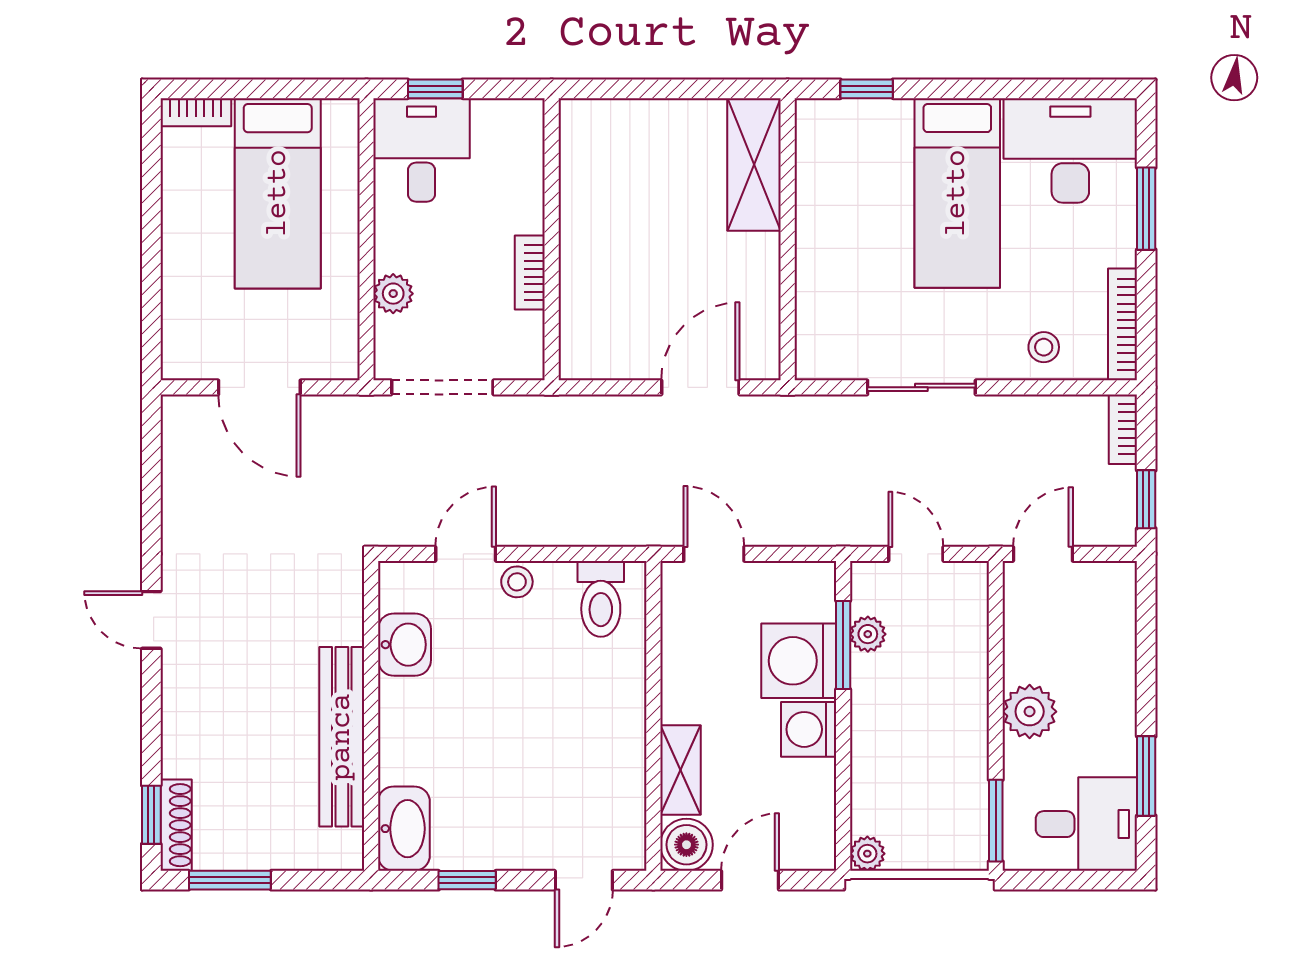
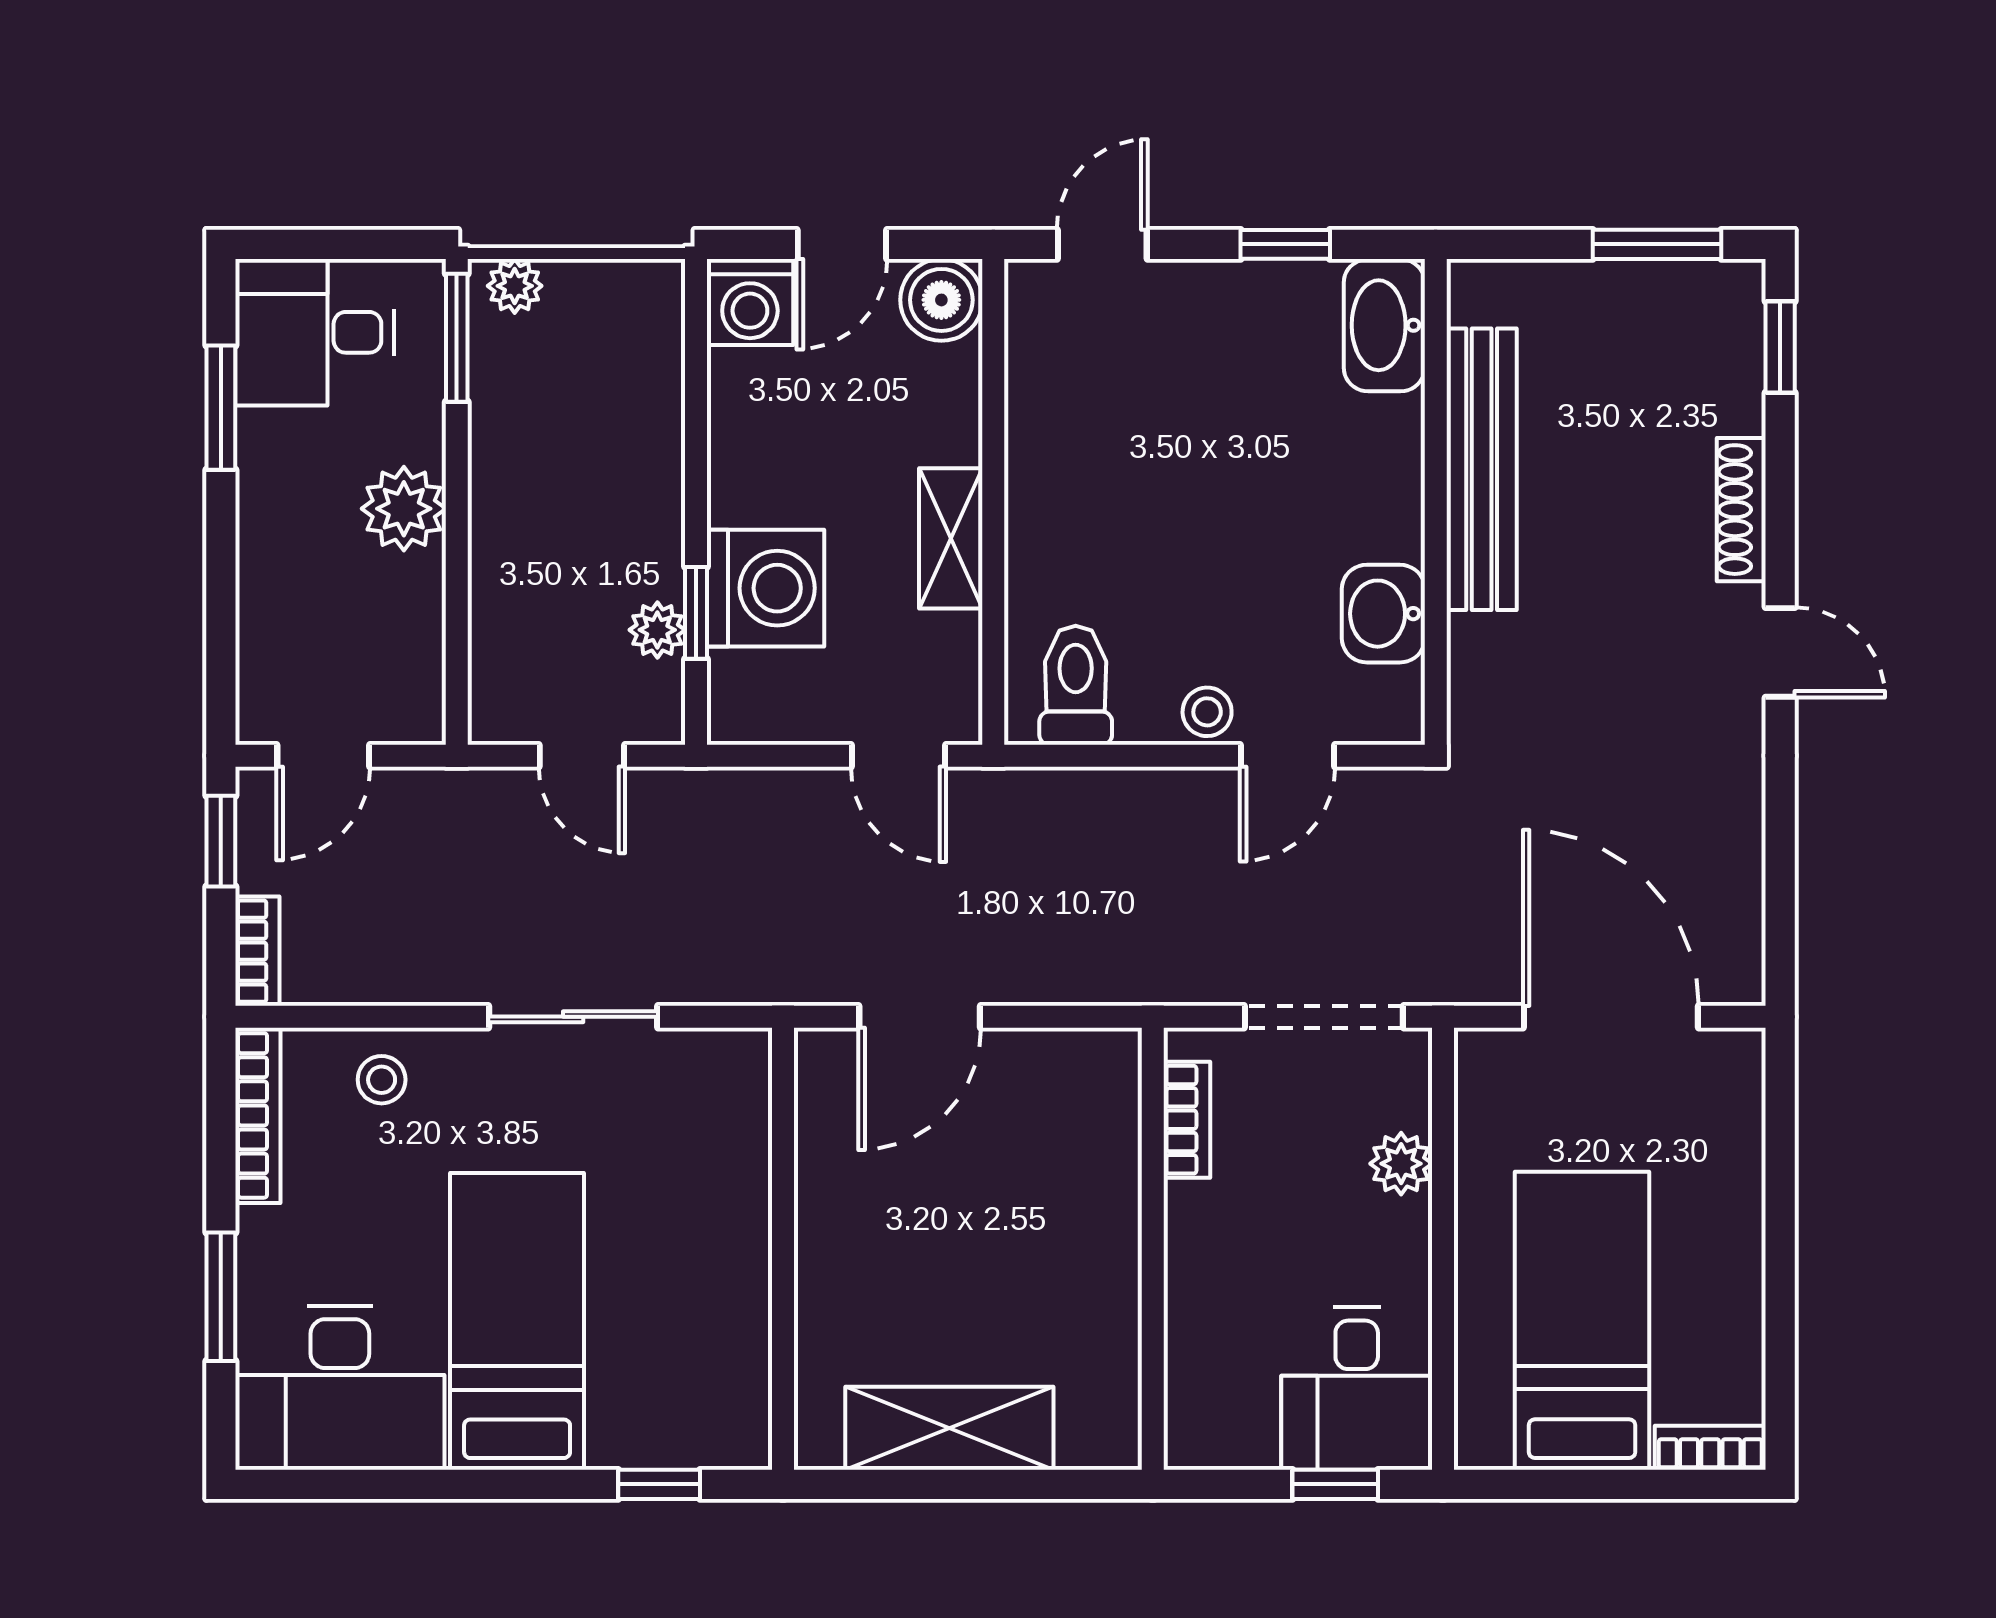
shelving: (754, 165) -> (949, 1428), moved, turned 90
bookcase: (530, 273) -> (1187, 1120), moved
door: (259, 387) -> (1611, 1017), width x1.36
door: (1043, 554) -> (323, 756), moved
window: (843, 645) -> (696, 613), width x0.67
washing machine: (809, 729) -> (750, 302), moved, turned 90
shelving: (680, 770) -> (951, 538), moved
shoe rack: (176, 825) -> (1741, 510), moved
plant: (867, 854) -> (515, 286), moved

